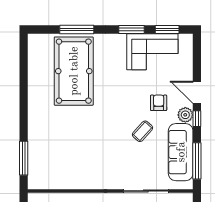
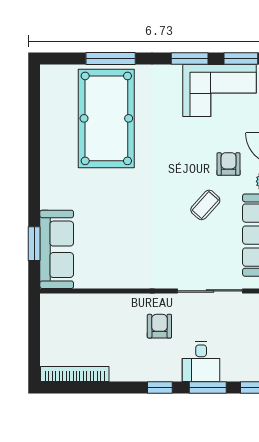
window: (24, 158) -> (34, 244), width x0.69
sofa: (39, 162) -> (57, 249), added

